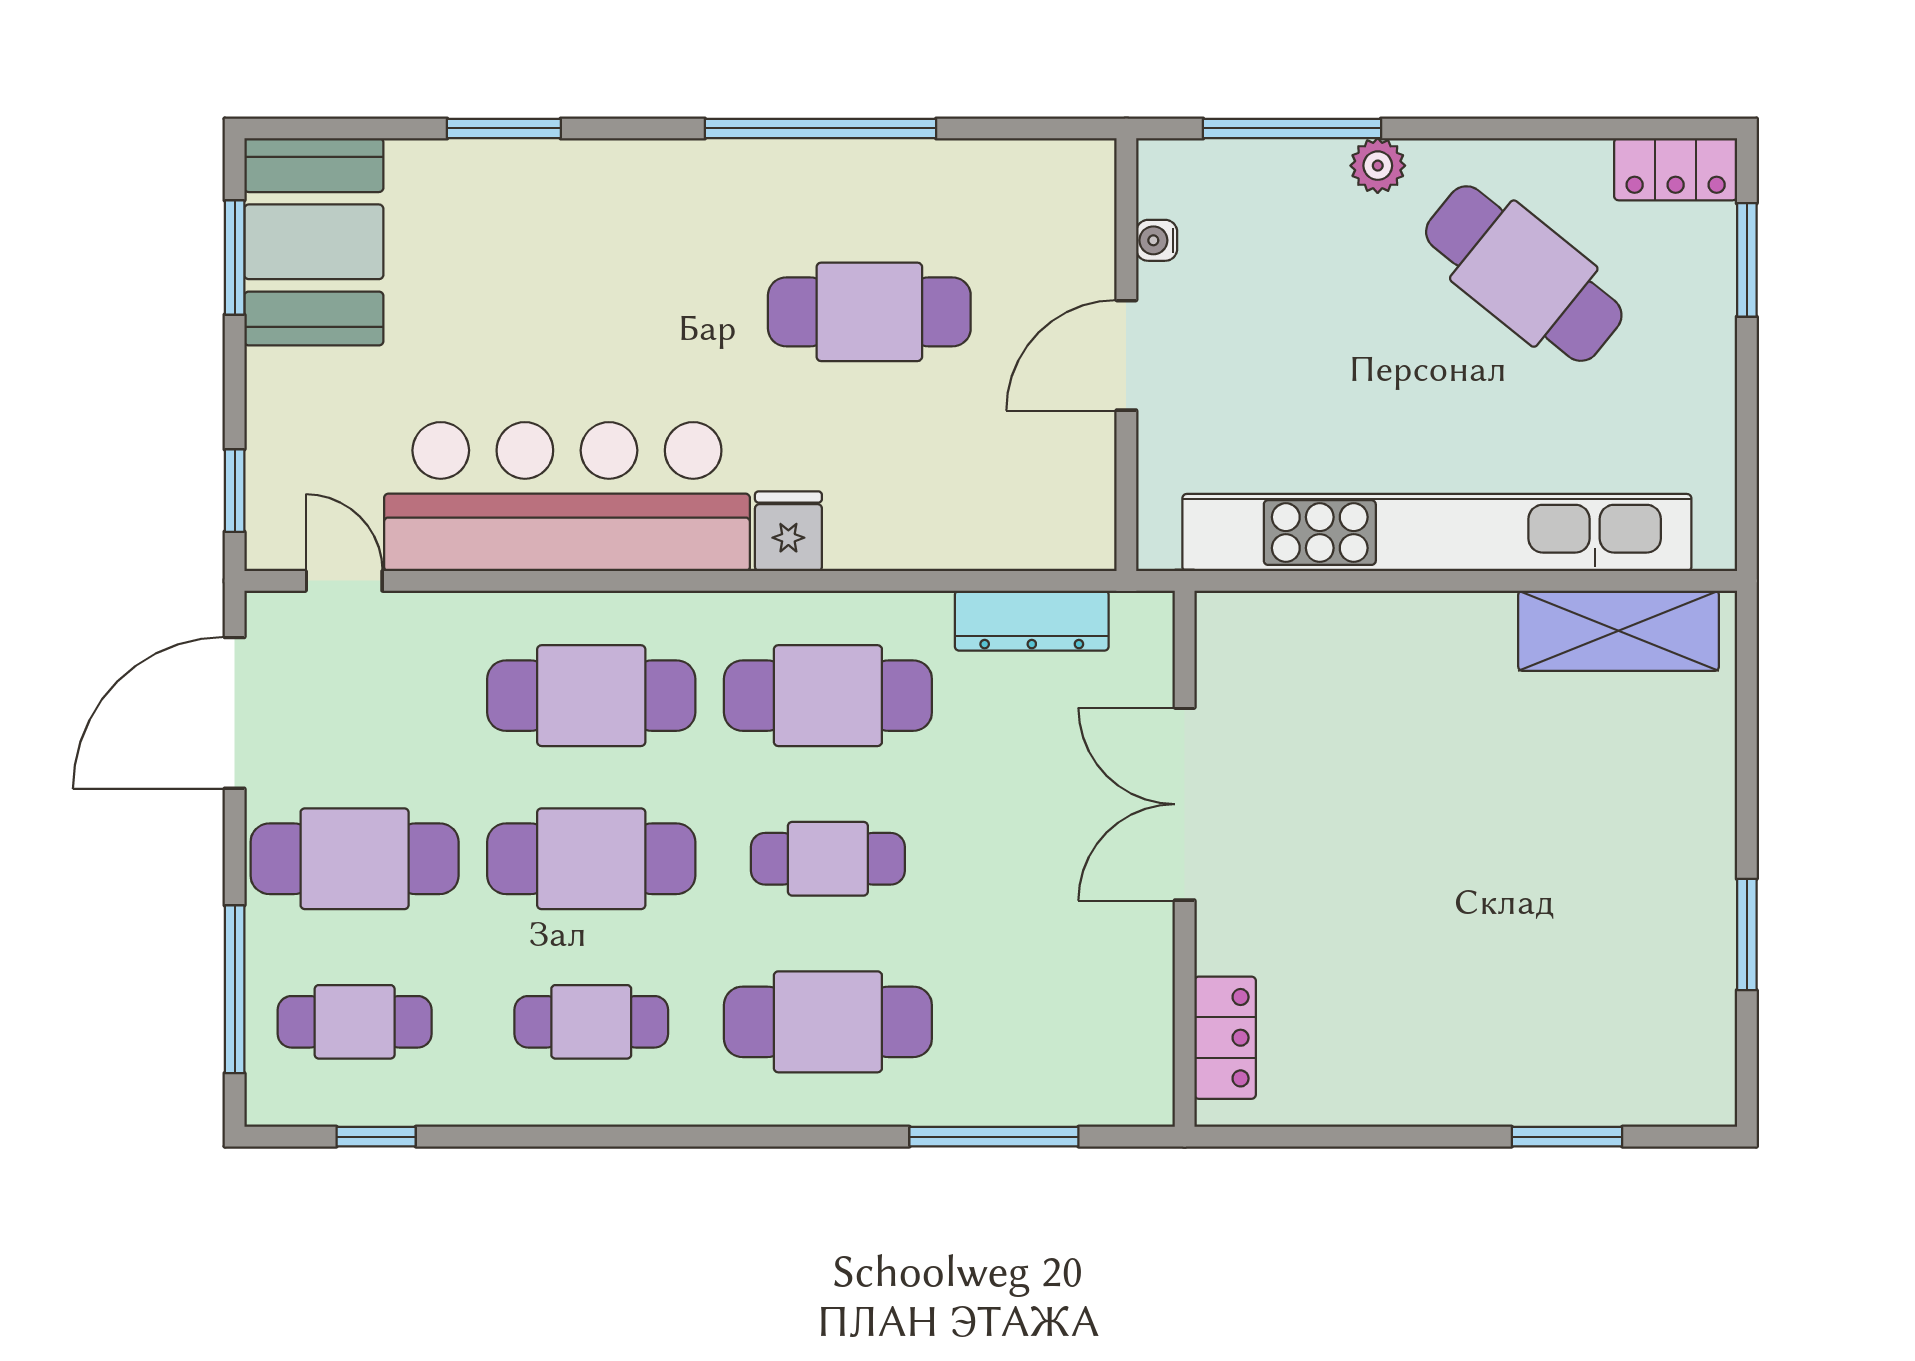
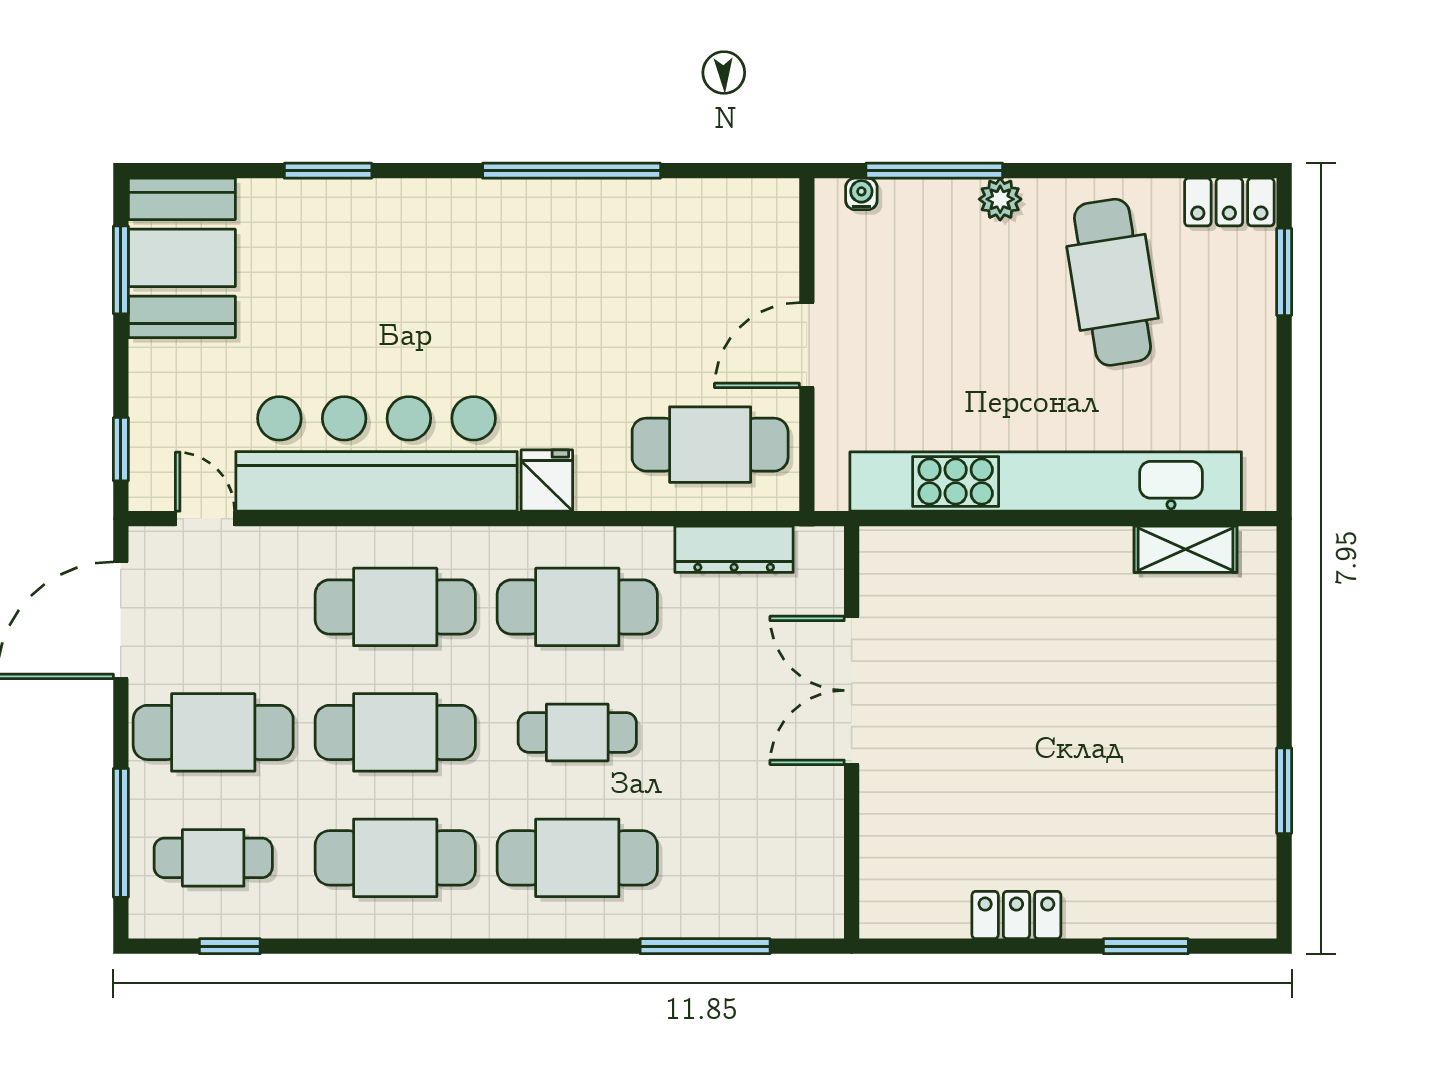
water cooler: (1157, 240) -> (861, 194), moved, turned 90
cafe table: (1524, 274) -> (1113, 282), turned 42
cafe table: (869, 312) -> (710, 445), moved
shelving: (1619, 631) -> (1185, 549), width x0.67, depth x0.75
cafe table: (591, 1022) -> (395, 858), width x1.37, depth x1.35
locker: (1225, 1038) -> (1016, 915), moved, turned -90

